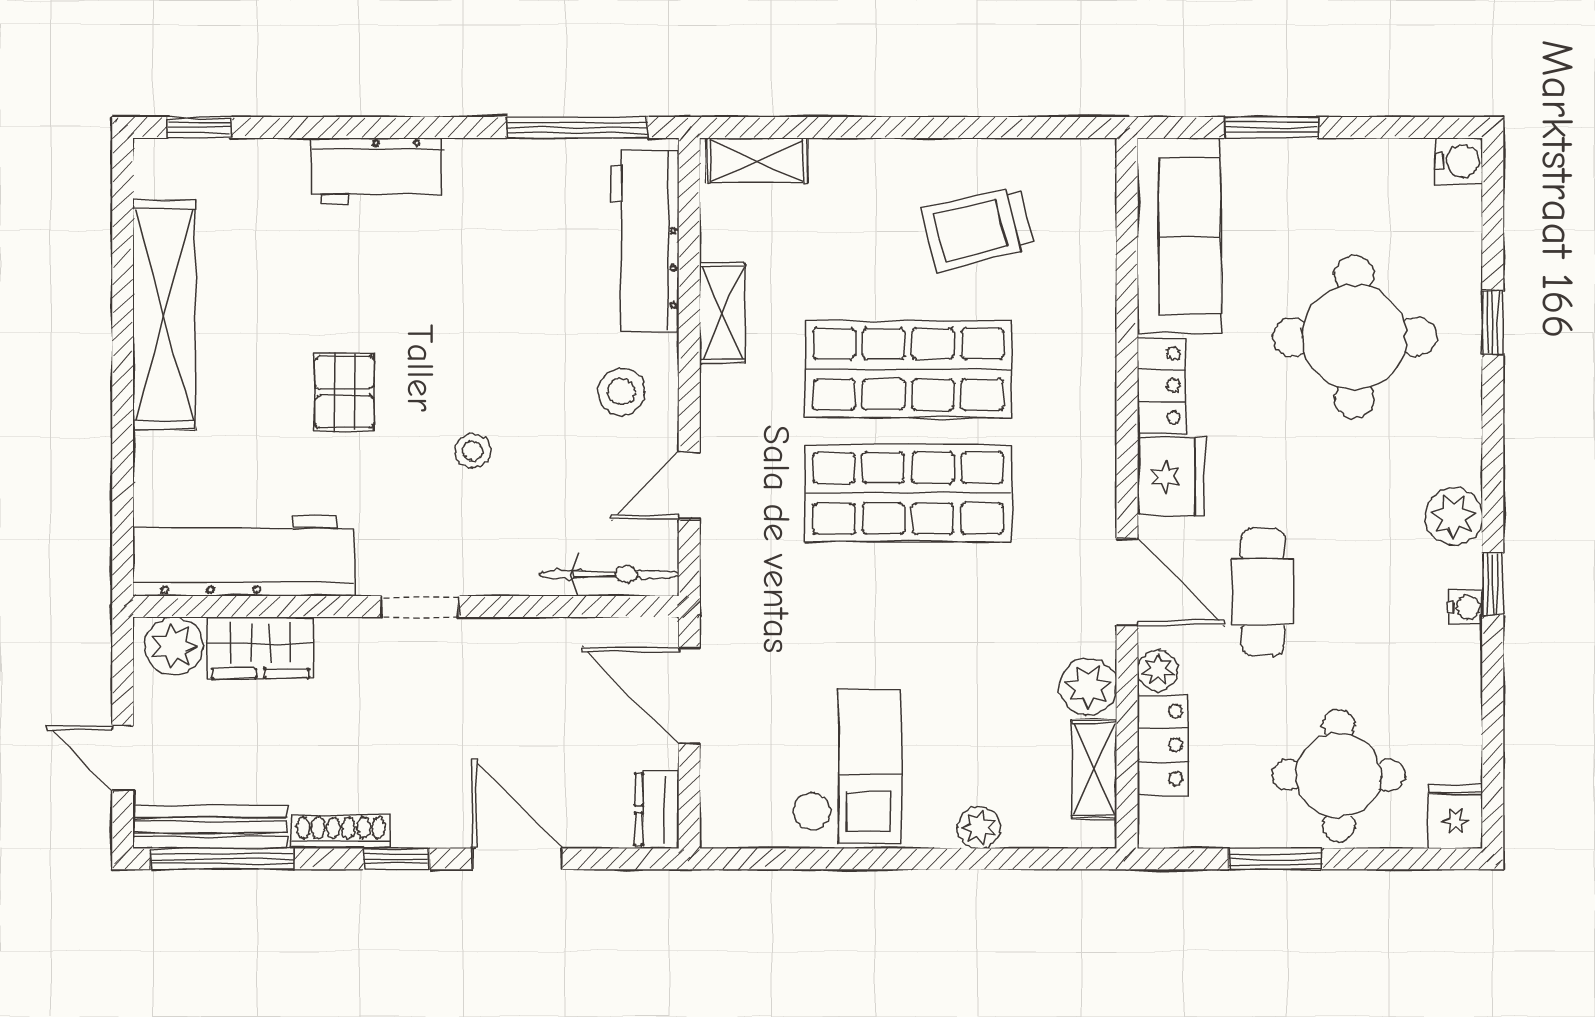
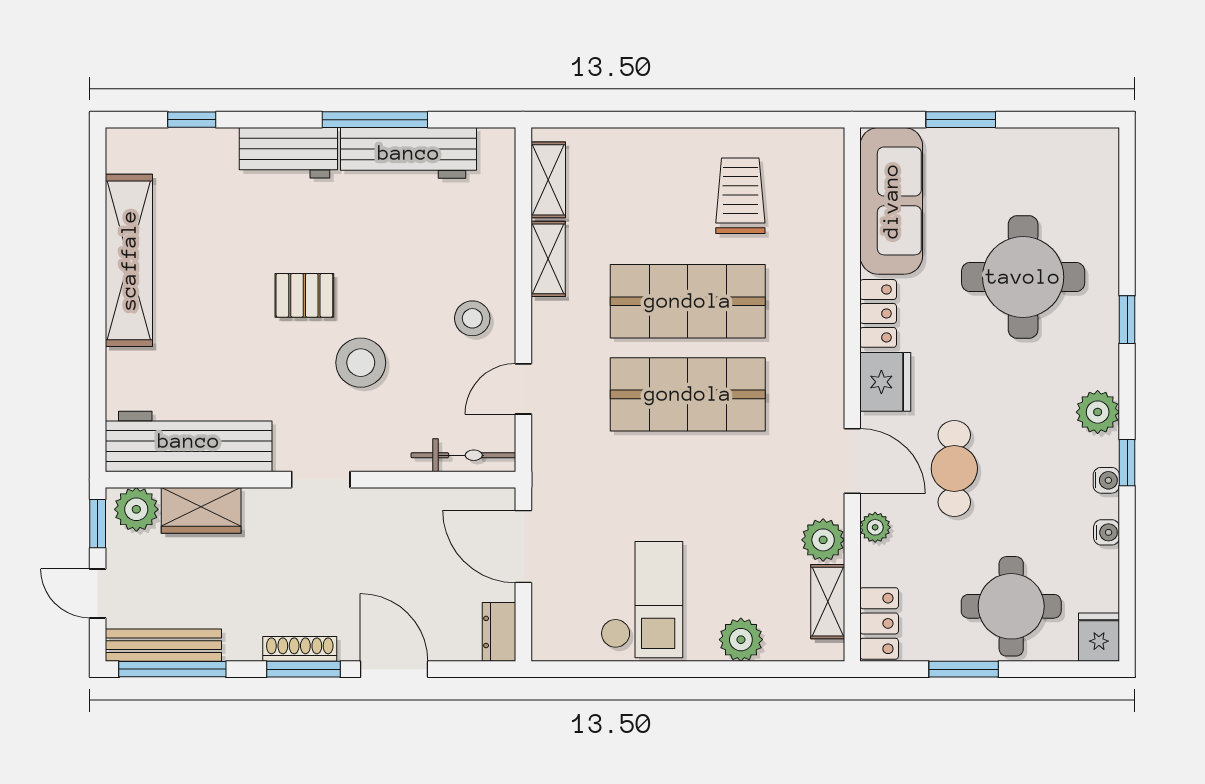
window: (199, 127) -> (192, 120), moved
window: (577, 127) -> (375, 120), moved
shelving: (757, 161) -> (548, 180), moved, turned 90
water cooler: (1459, 161) -> (1106, 532), moved, width x0.72, depth x0.72
trolley: (978, 229) -> (740, 196), turned 104
workbench: (645, 241) -> (409, 153), moved, turned -90
window: (1493, 322) -> (1127, 320), moved
pallet: (344, 392) -> (304, 295), moved, turned 90
stool: (473, 451) -> (361, 363), width x1.89, depth x1.89
window: (123, 665) -> (98, 524), added
locker: (1163, 745) -> (879, 623), moved
plant: (979, 828) -> (741, 640), width x1.38, depth x1.38
shoe rack: (341, 832) -> (300, 649), moved
window: (397, 859) -> (303, 669), width x1.50

